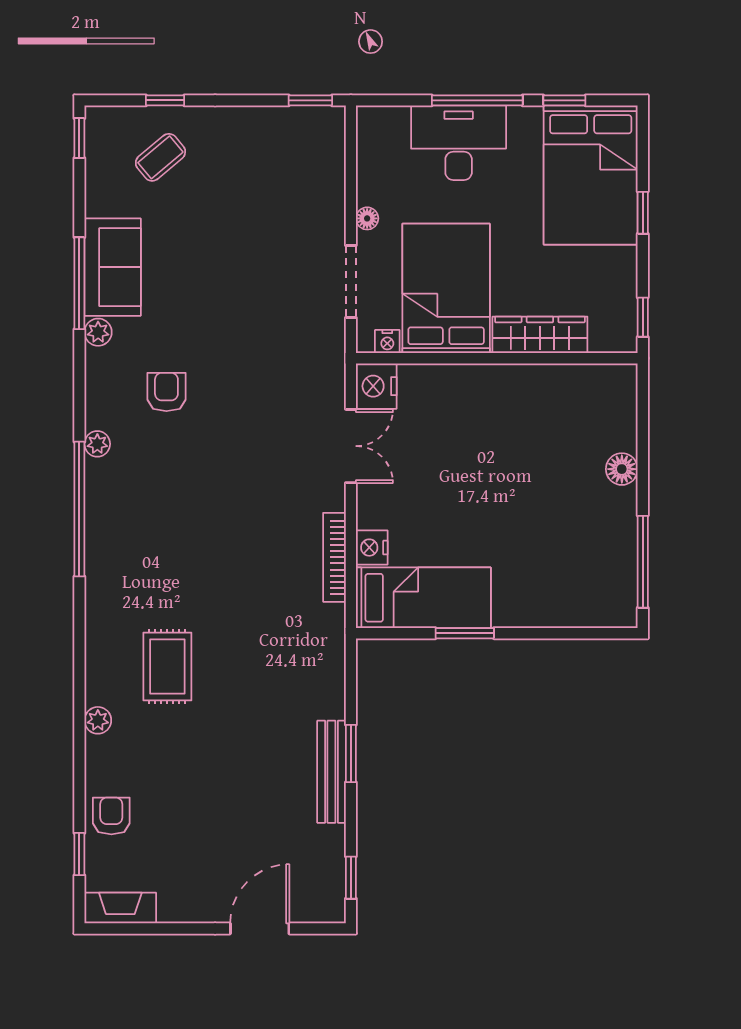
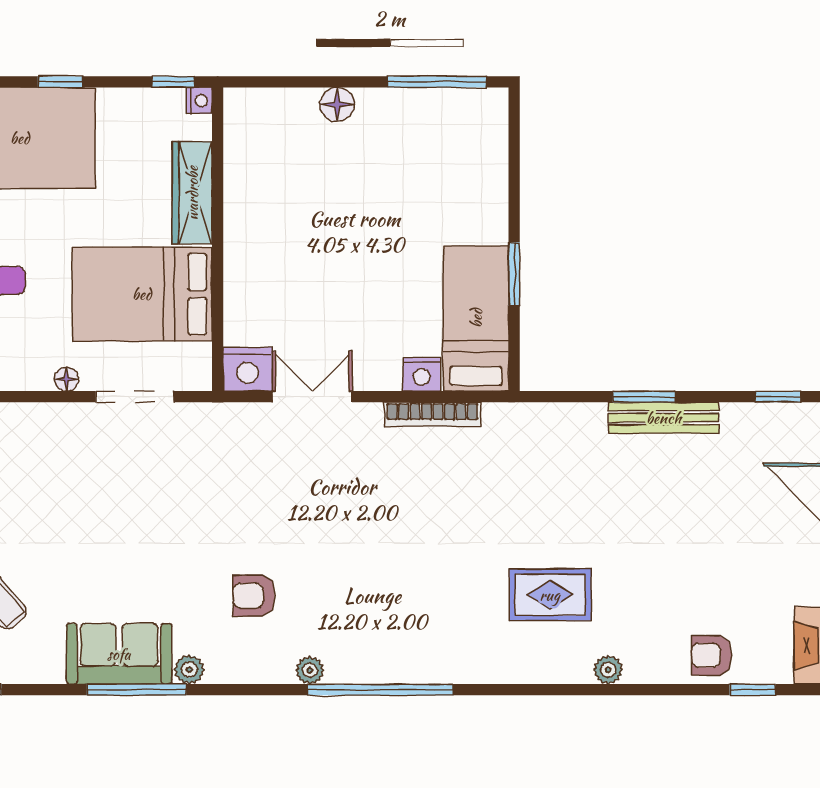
nightstand: (387, 342) -> (199, 101), moved

